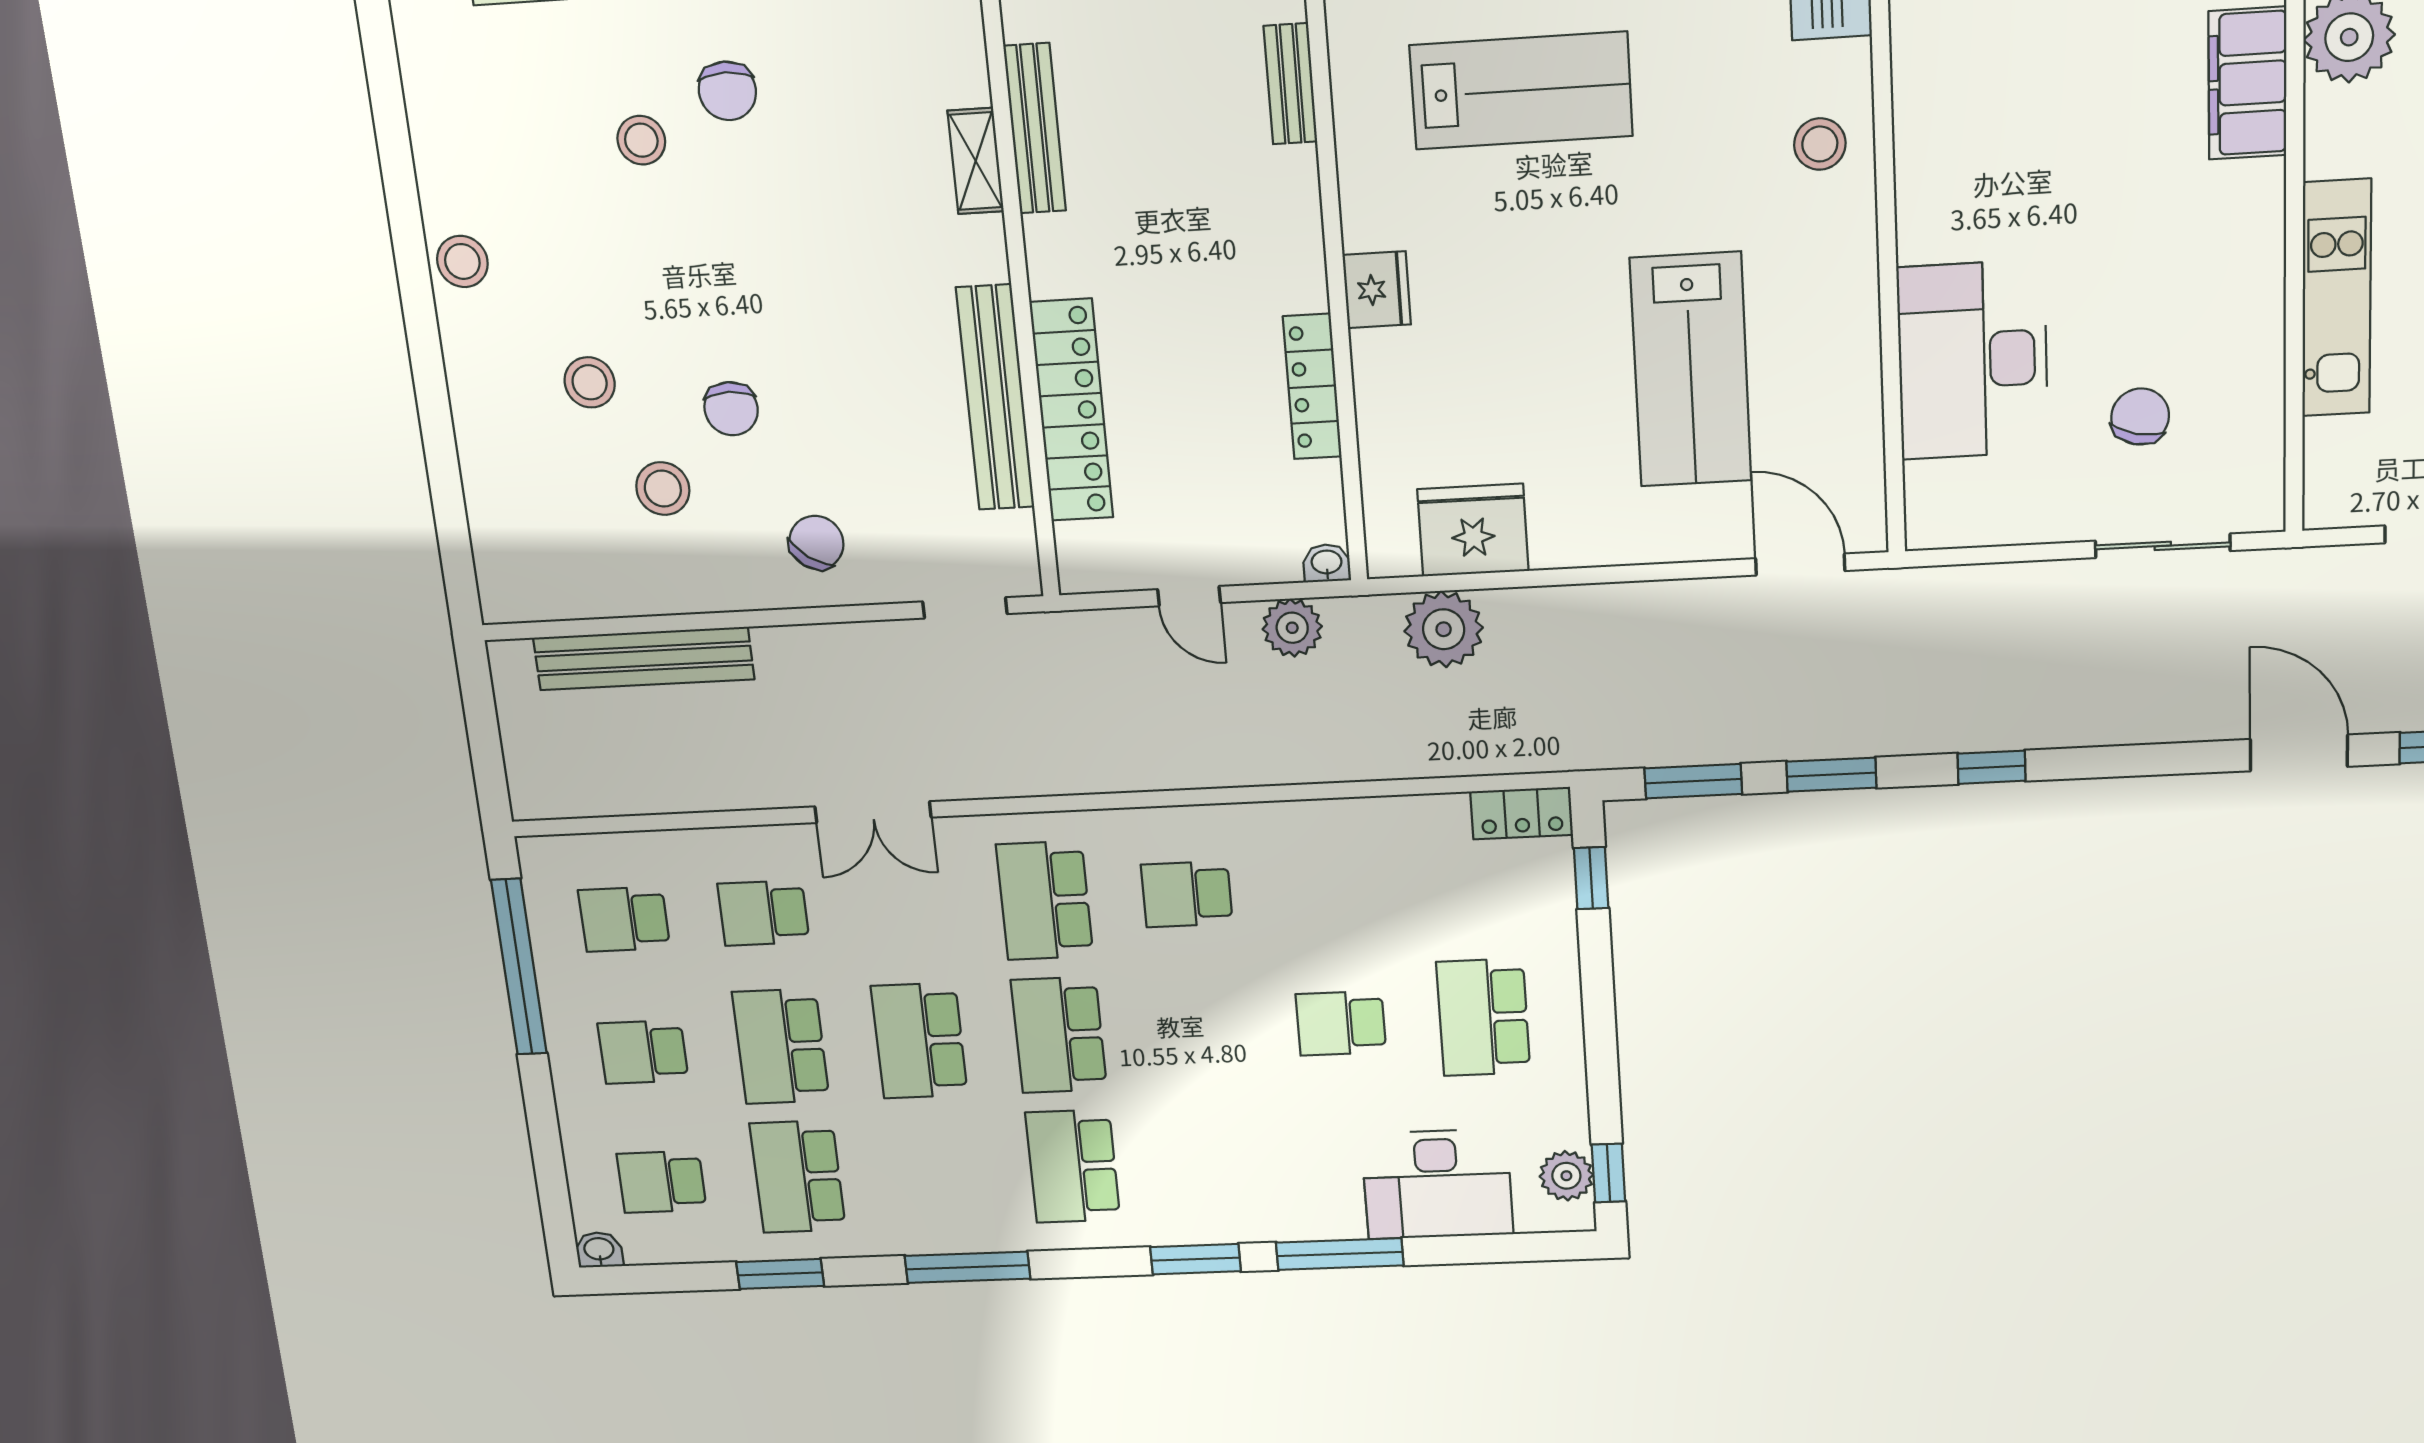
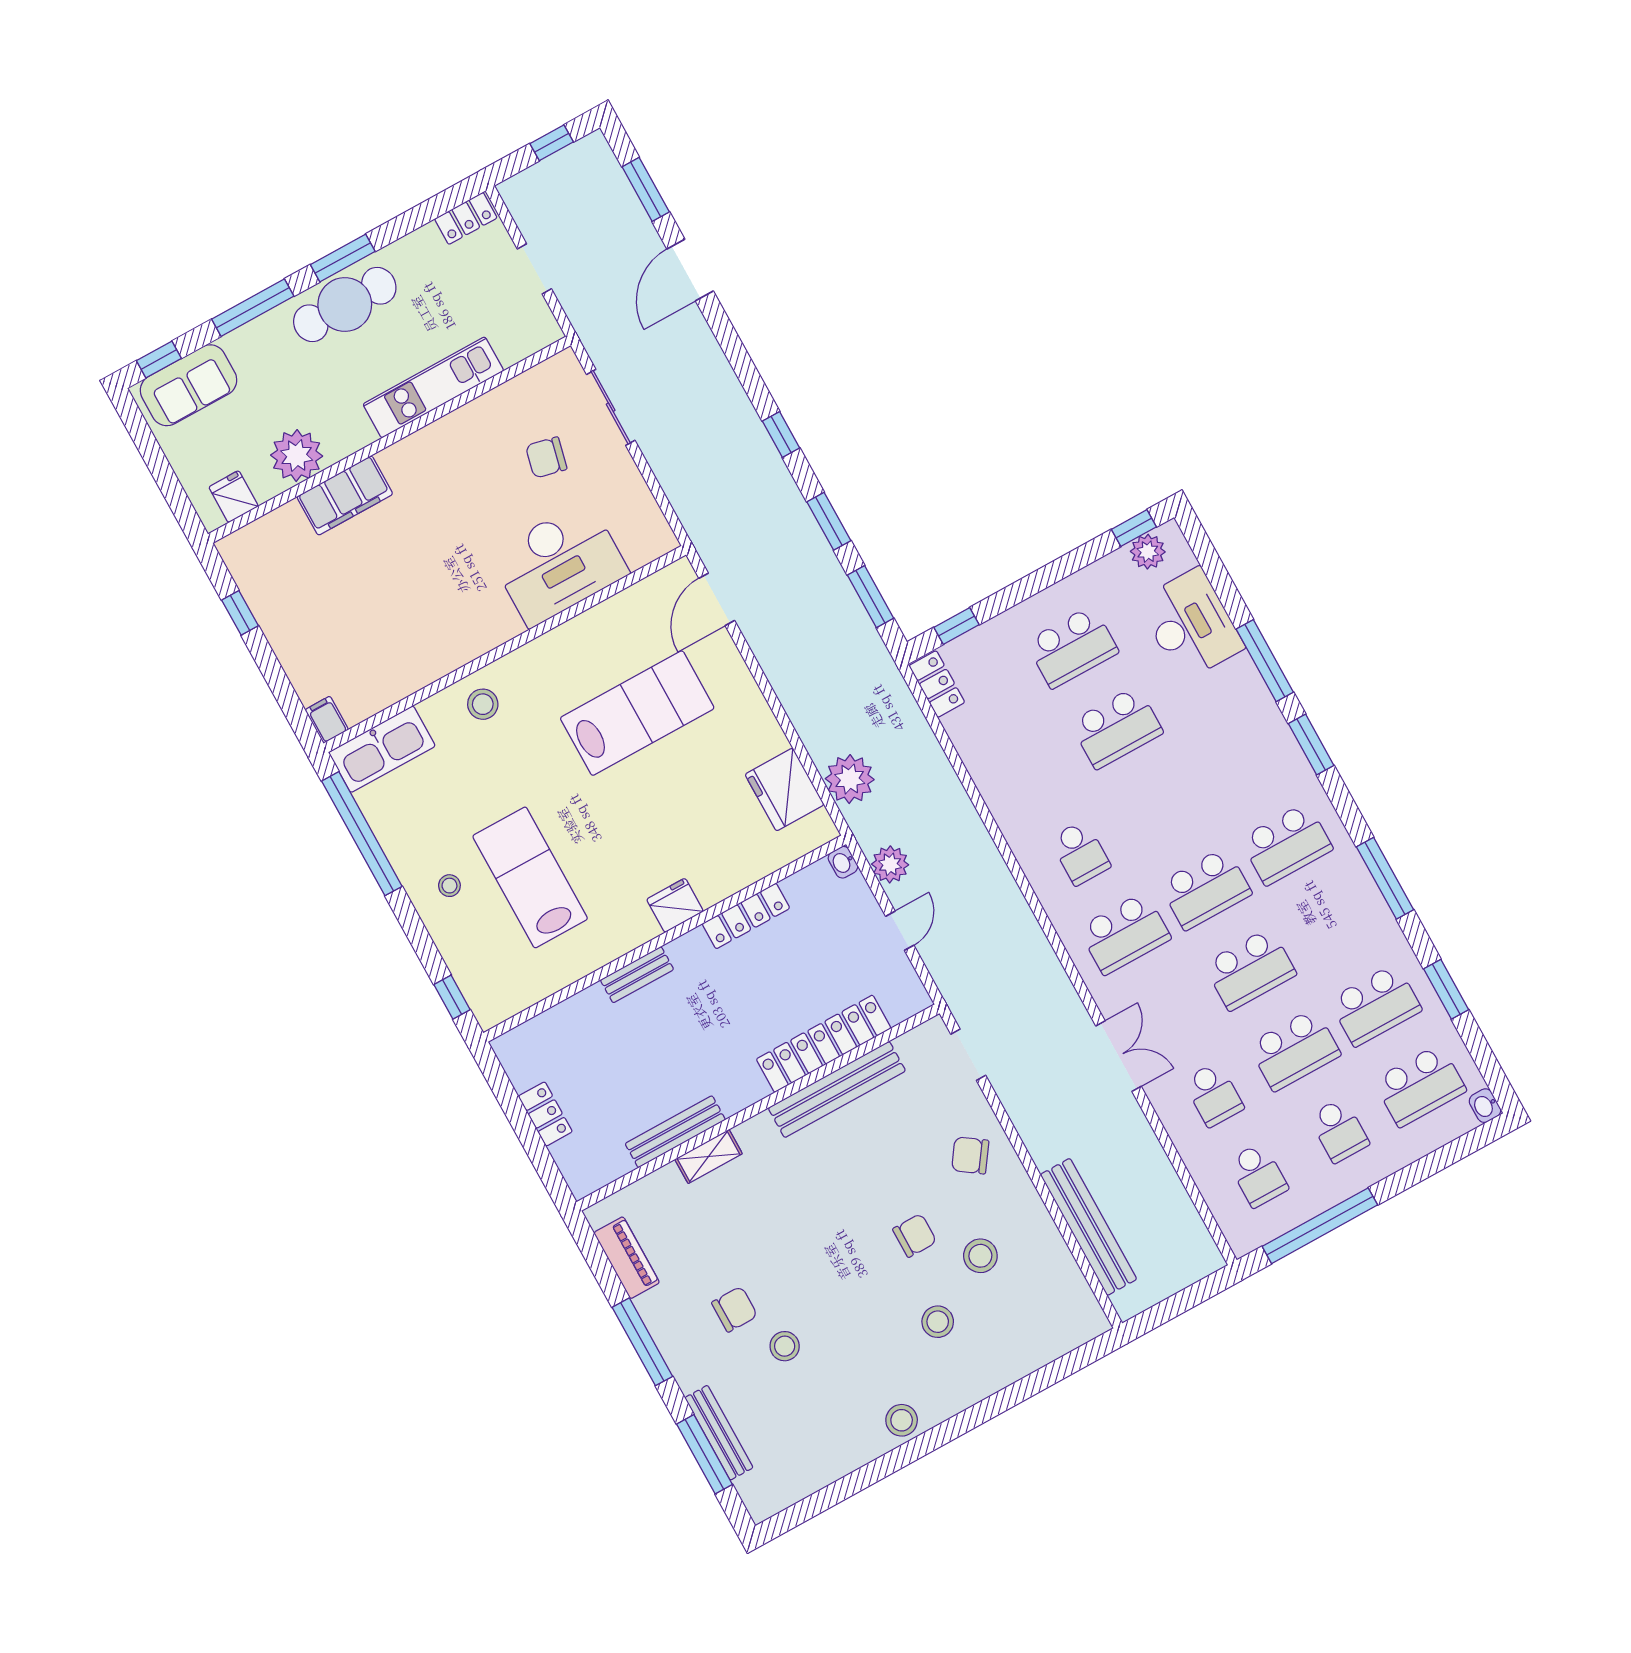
bench: (1291, 84) -> (637, 975), moved
school desk: (1341, 1023) -> (1117, 728), width x1.85
school desk: (662, 1182) -> (1420, 1086), width x1.85

